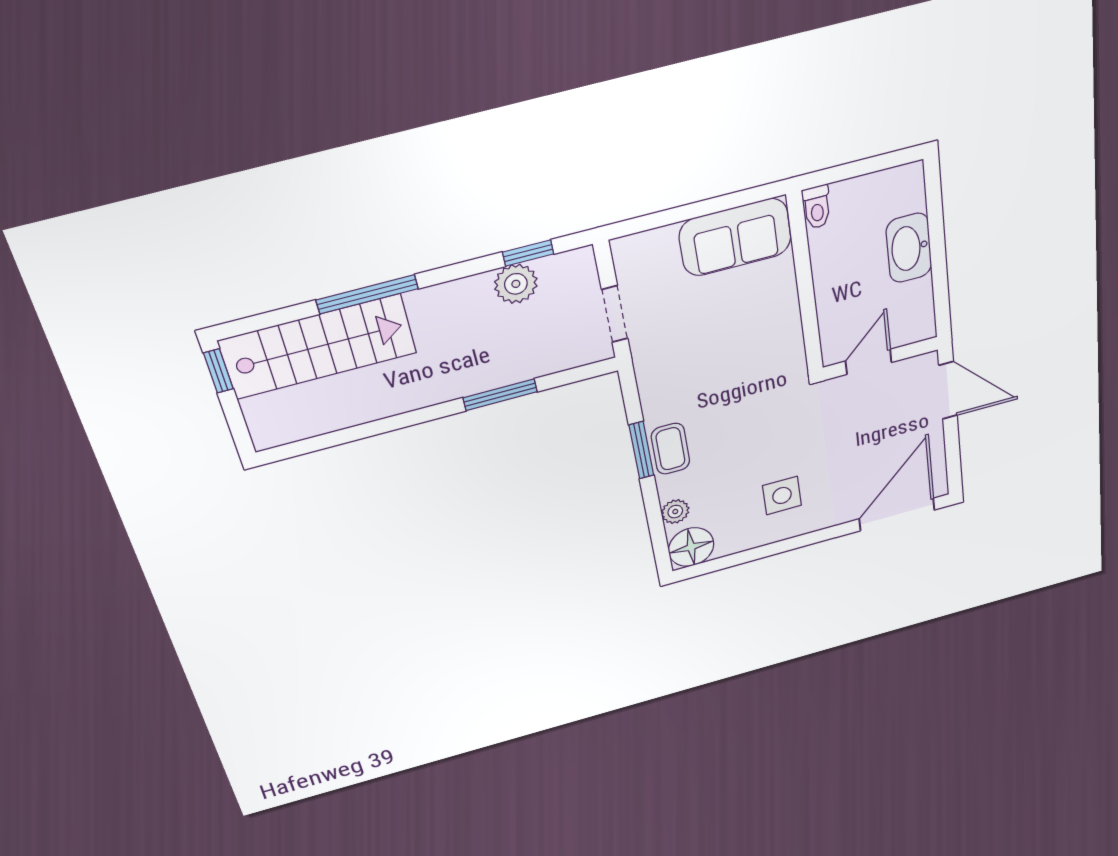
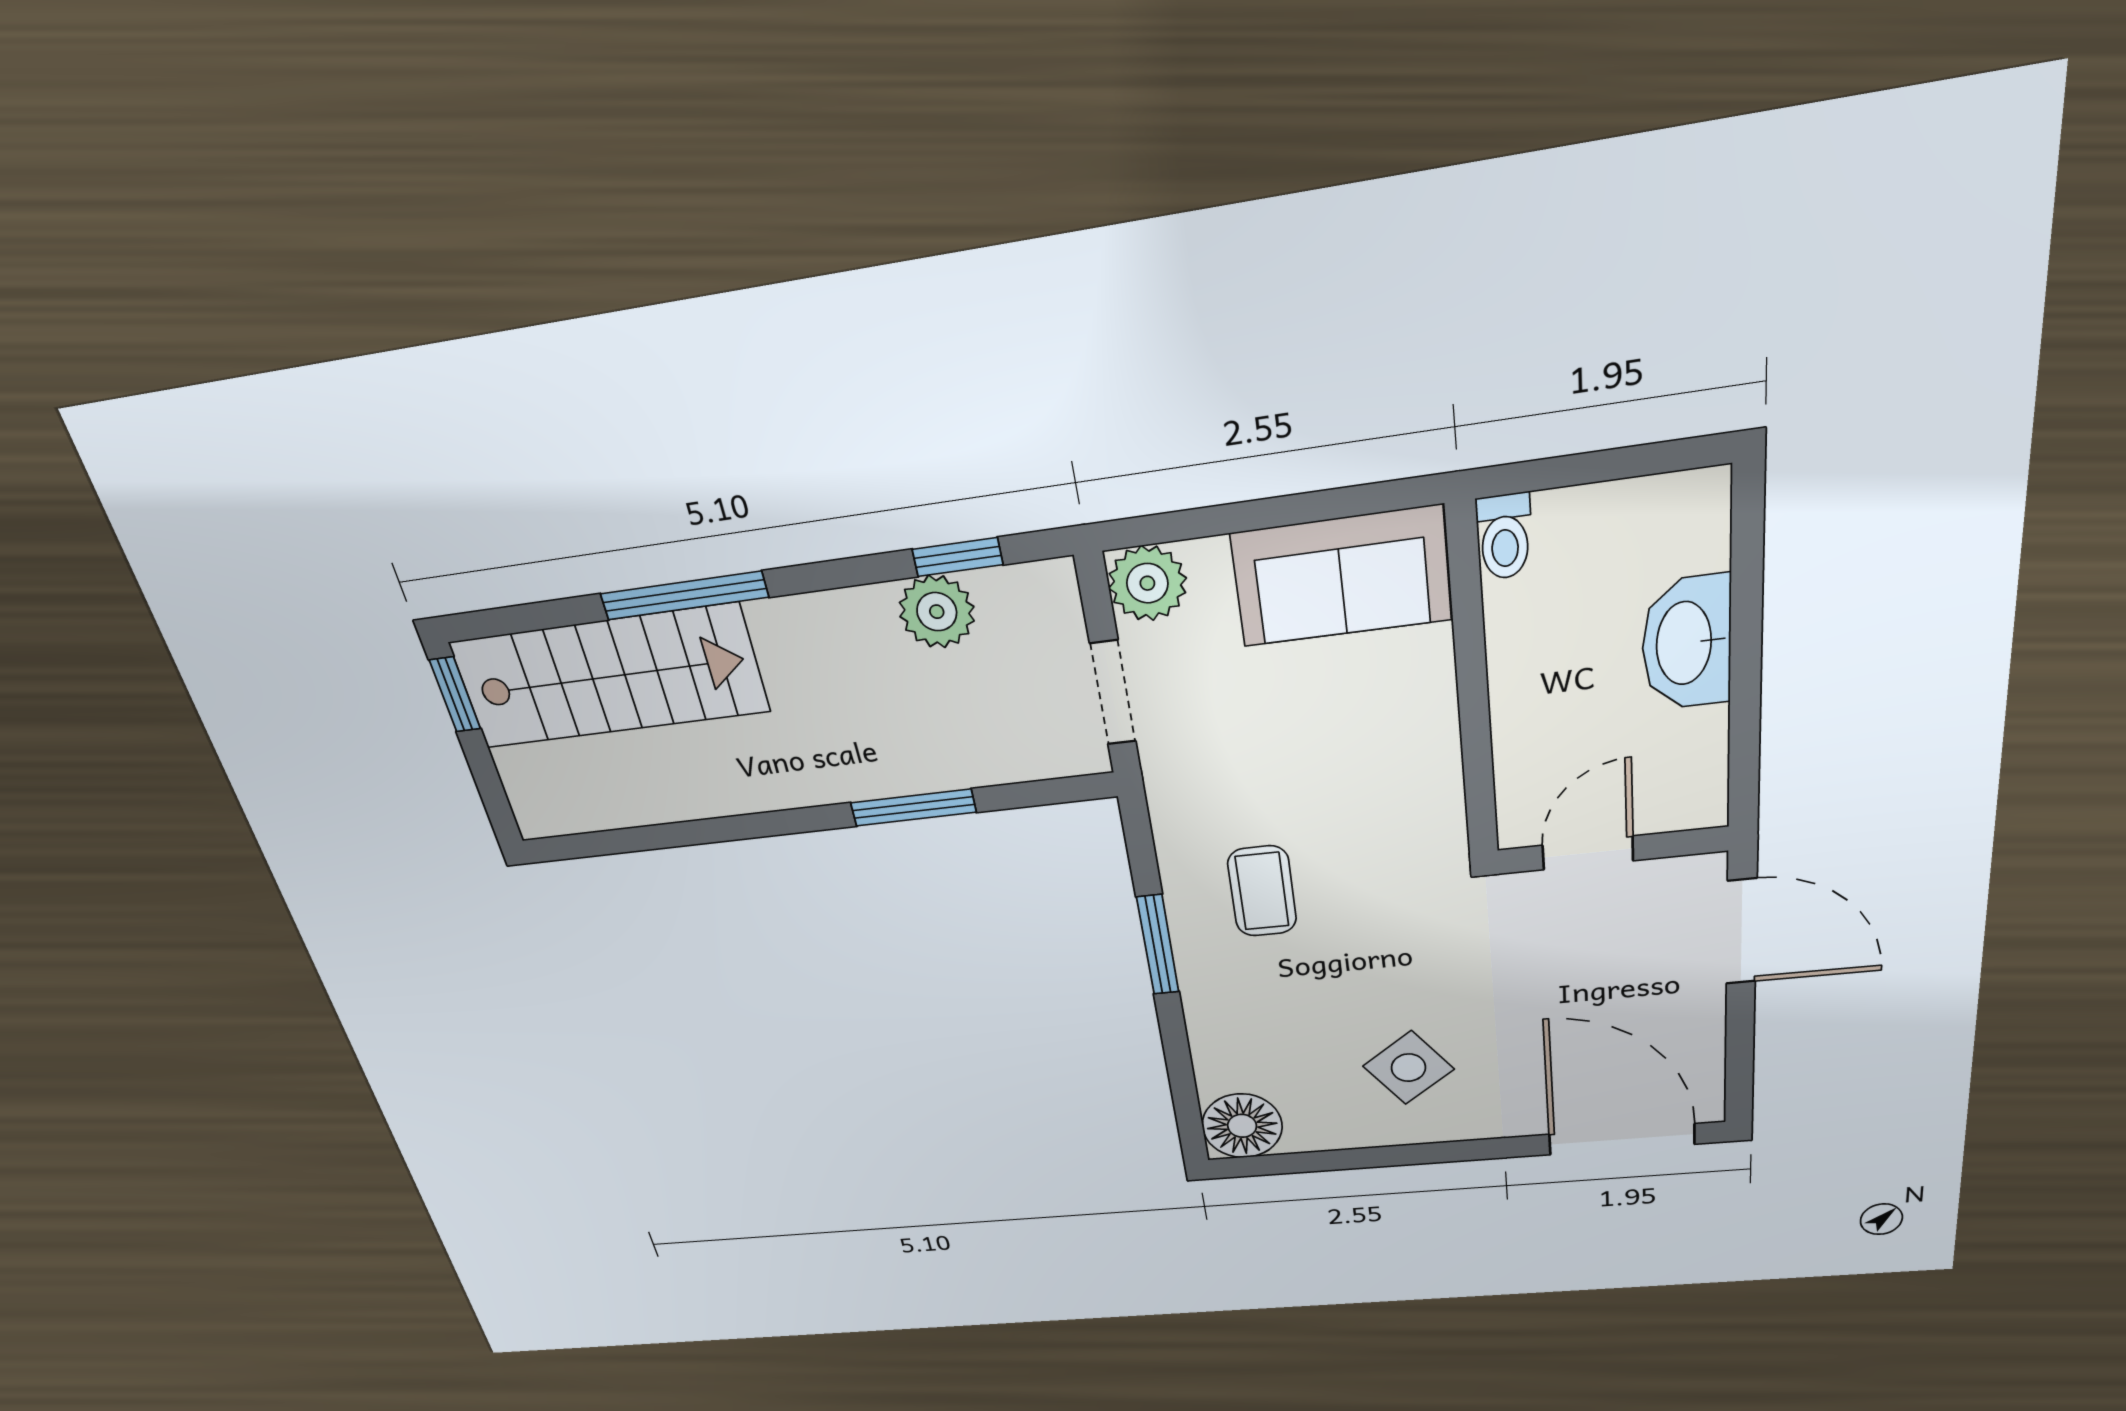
coffee table: (670, 449) -> (1262, 891), moved
side table: (782, 496) -> (1408, 1068), turned -37
plant: (675, 512) -> (1147, 583), moved, width x1.38, depth x1.38
door: (897, 514) -> (1622, 1139), hinge flipped

